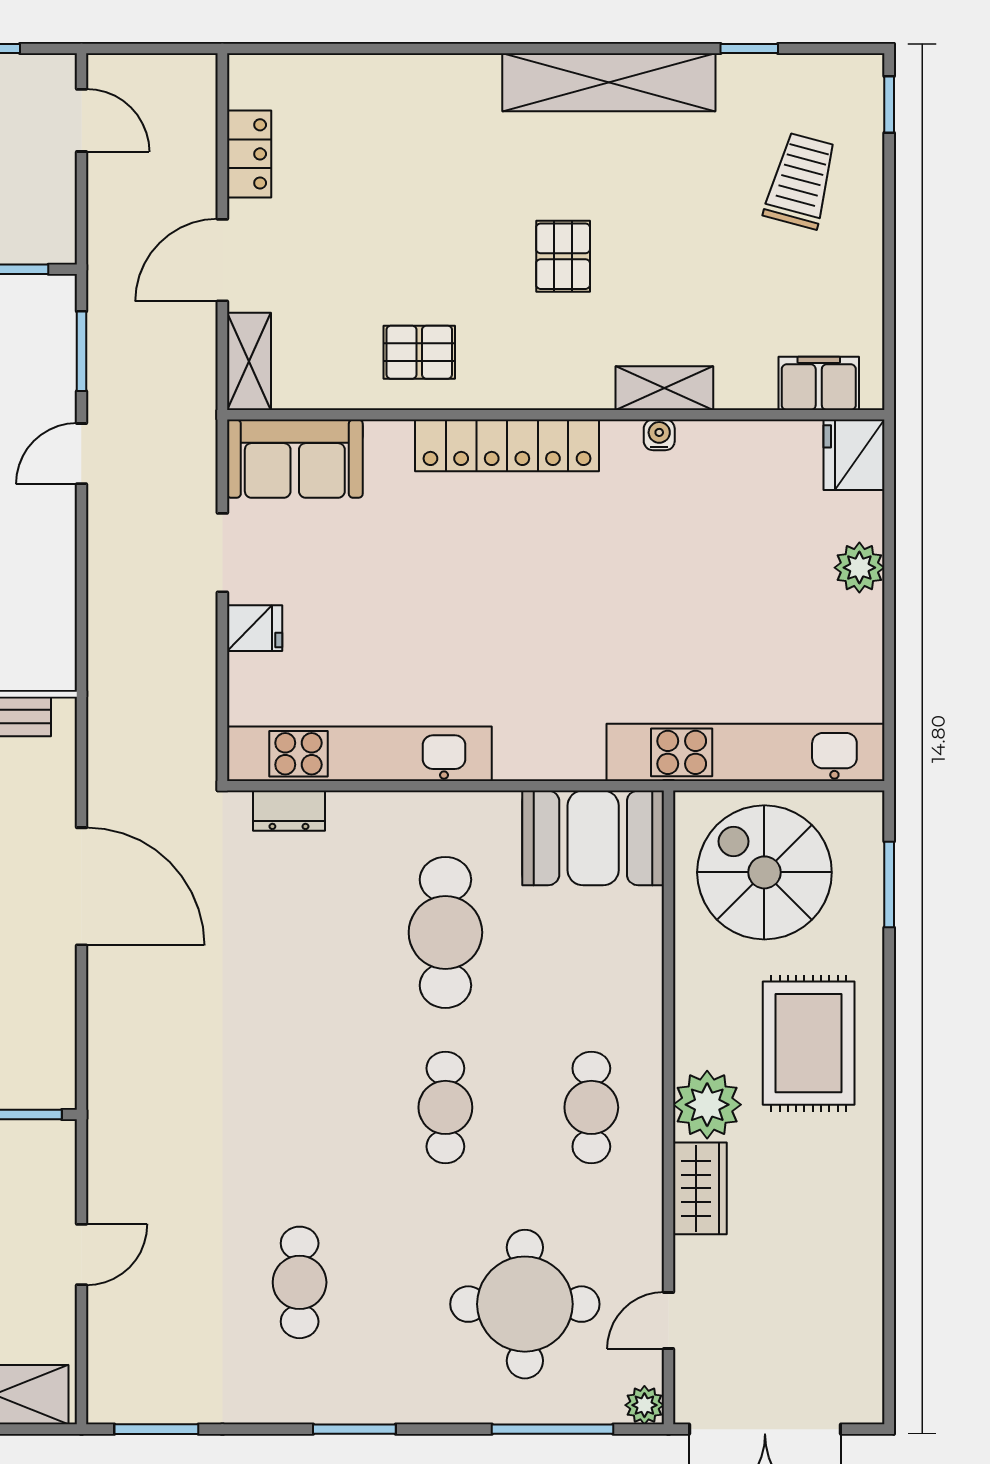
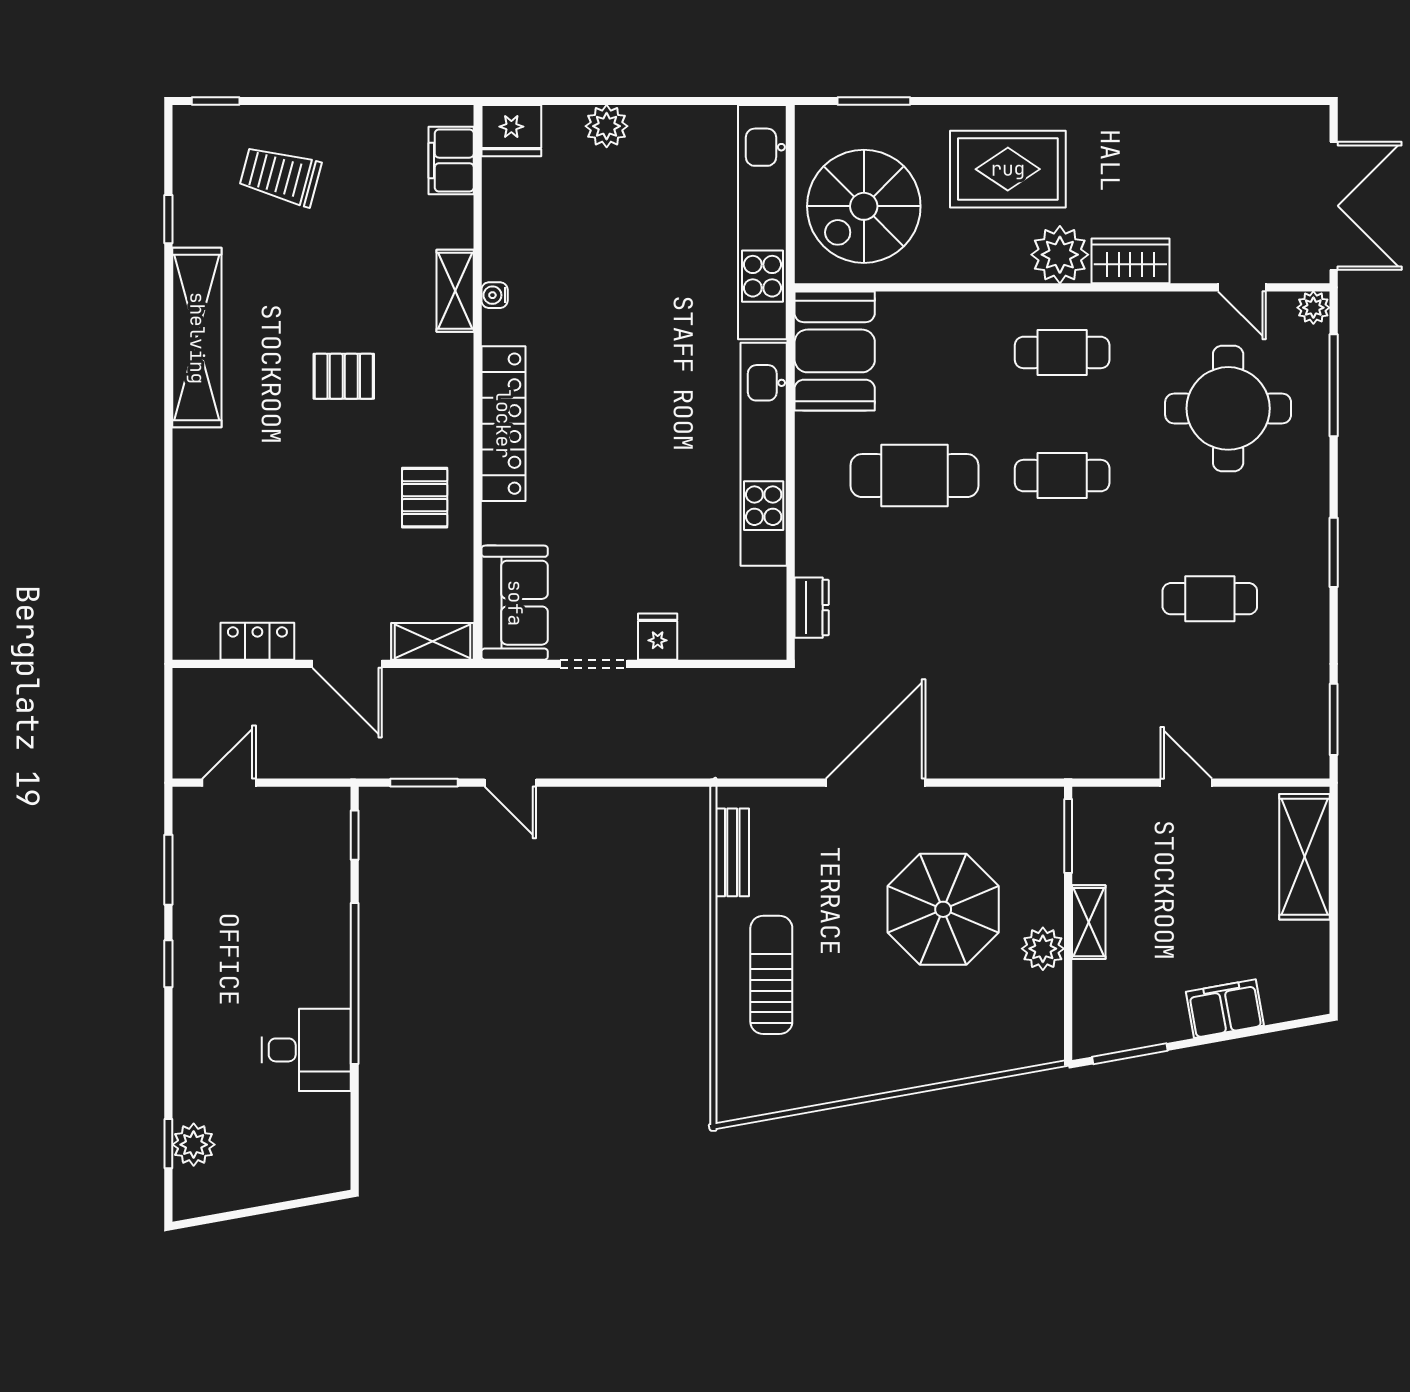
kitchen unit: (359, 754) -> (764, 454), moved

